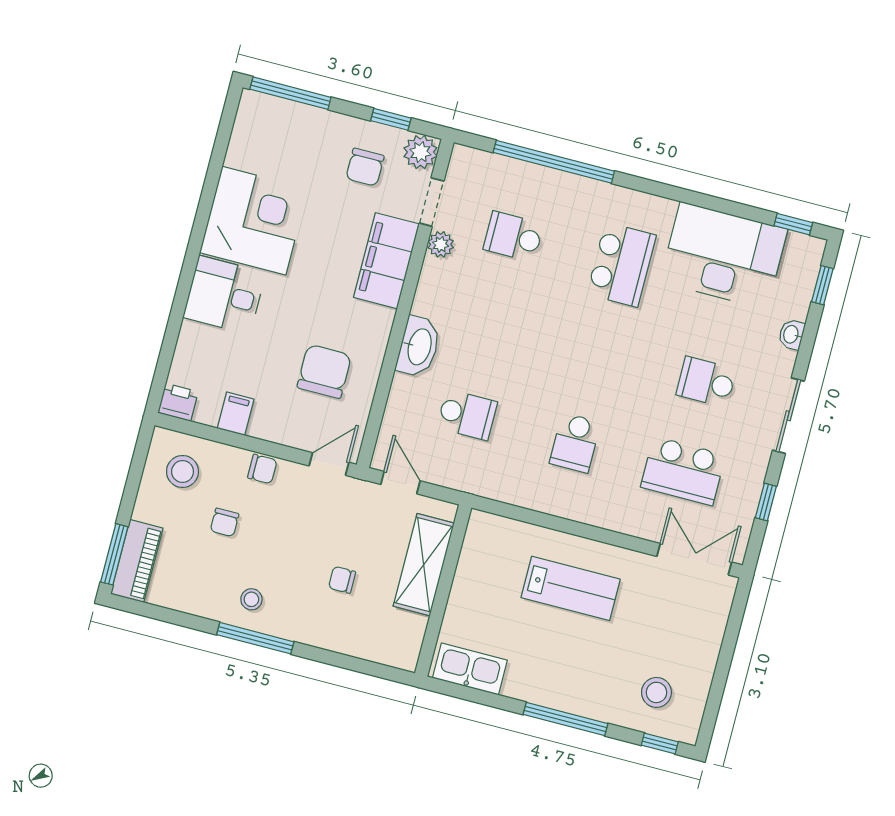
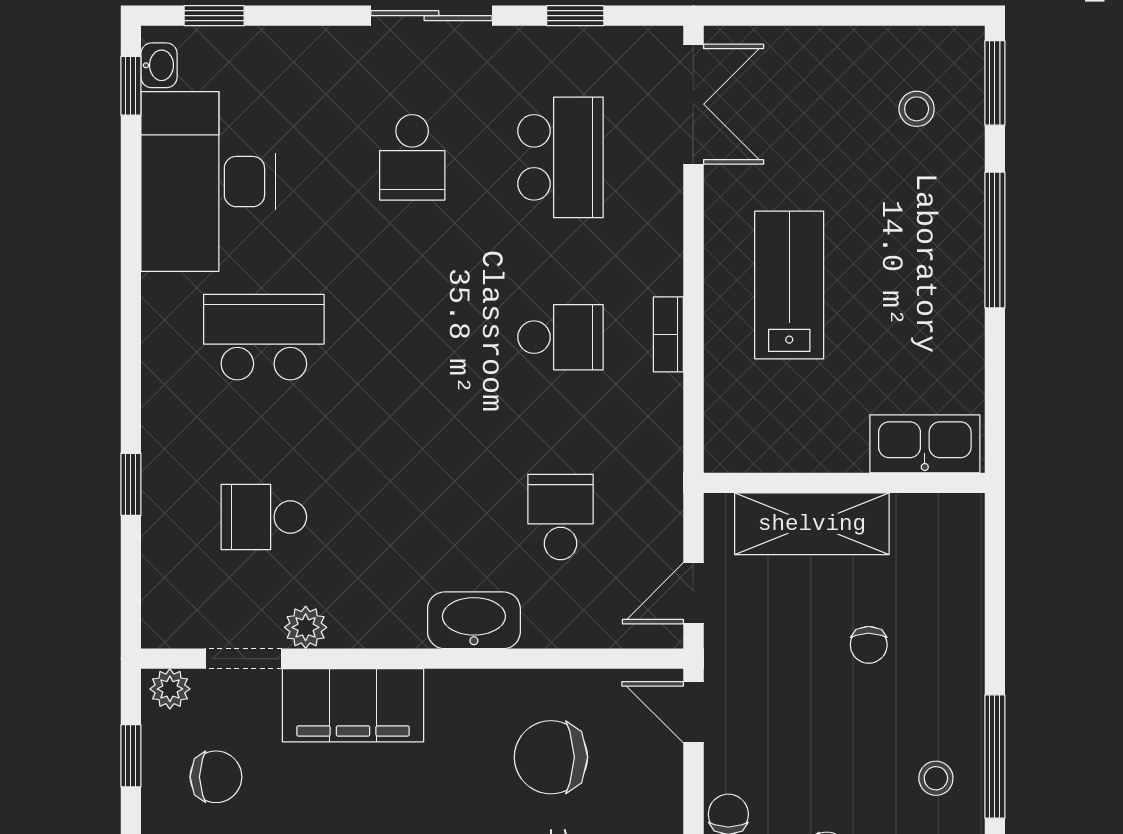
plant: (420, 152) -> (170, 689), width x0.73, depth x0.73
window: (554, 162) -> (131, 484), width x0.32
school desk: (513, 237) -> (264, 517), turned 90
washbasin: (791, 334) -> (159, 65), moved, turned -90
bookcase: (560, 508) -> (668, 334), added
double door: (694, 559) -> (693, 104), swing flipped
kitchen sink: (470, 669) -> (925, 444), moved, turned 90
stool: (656, 692) -> (917, 109), width x0.73, depth x0.73
window: (660, 744) -> (995, 83), width x1.50

